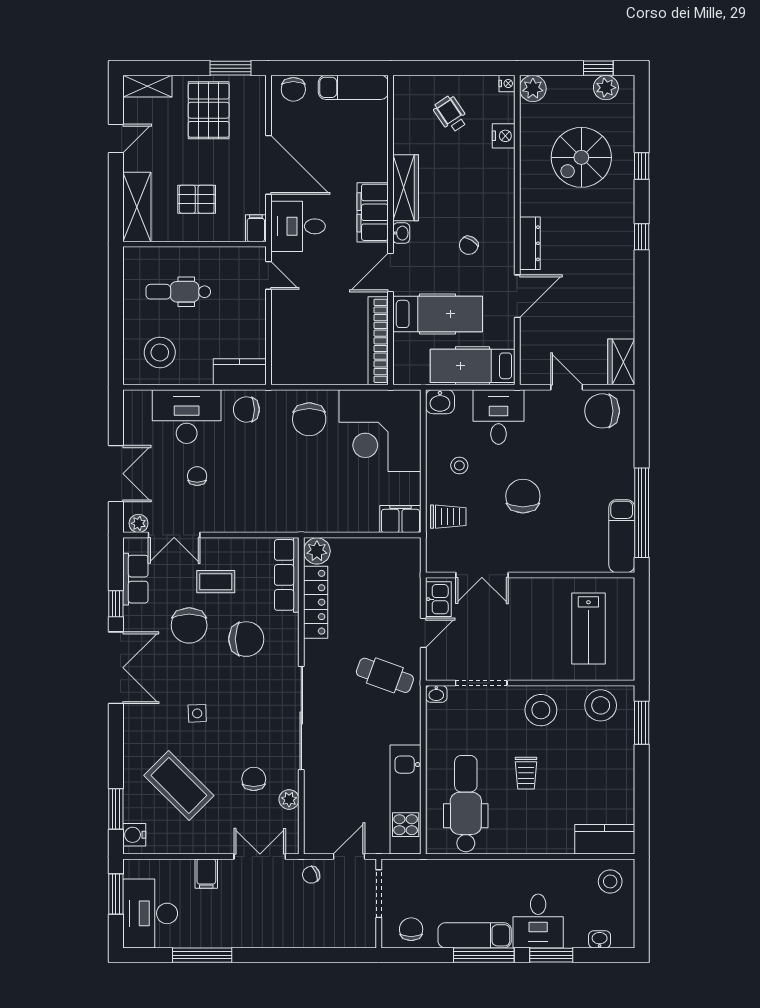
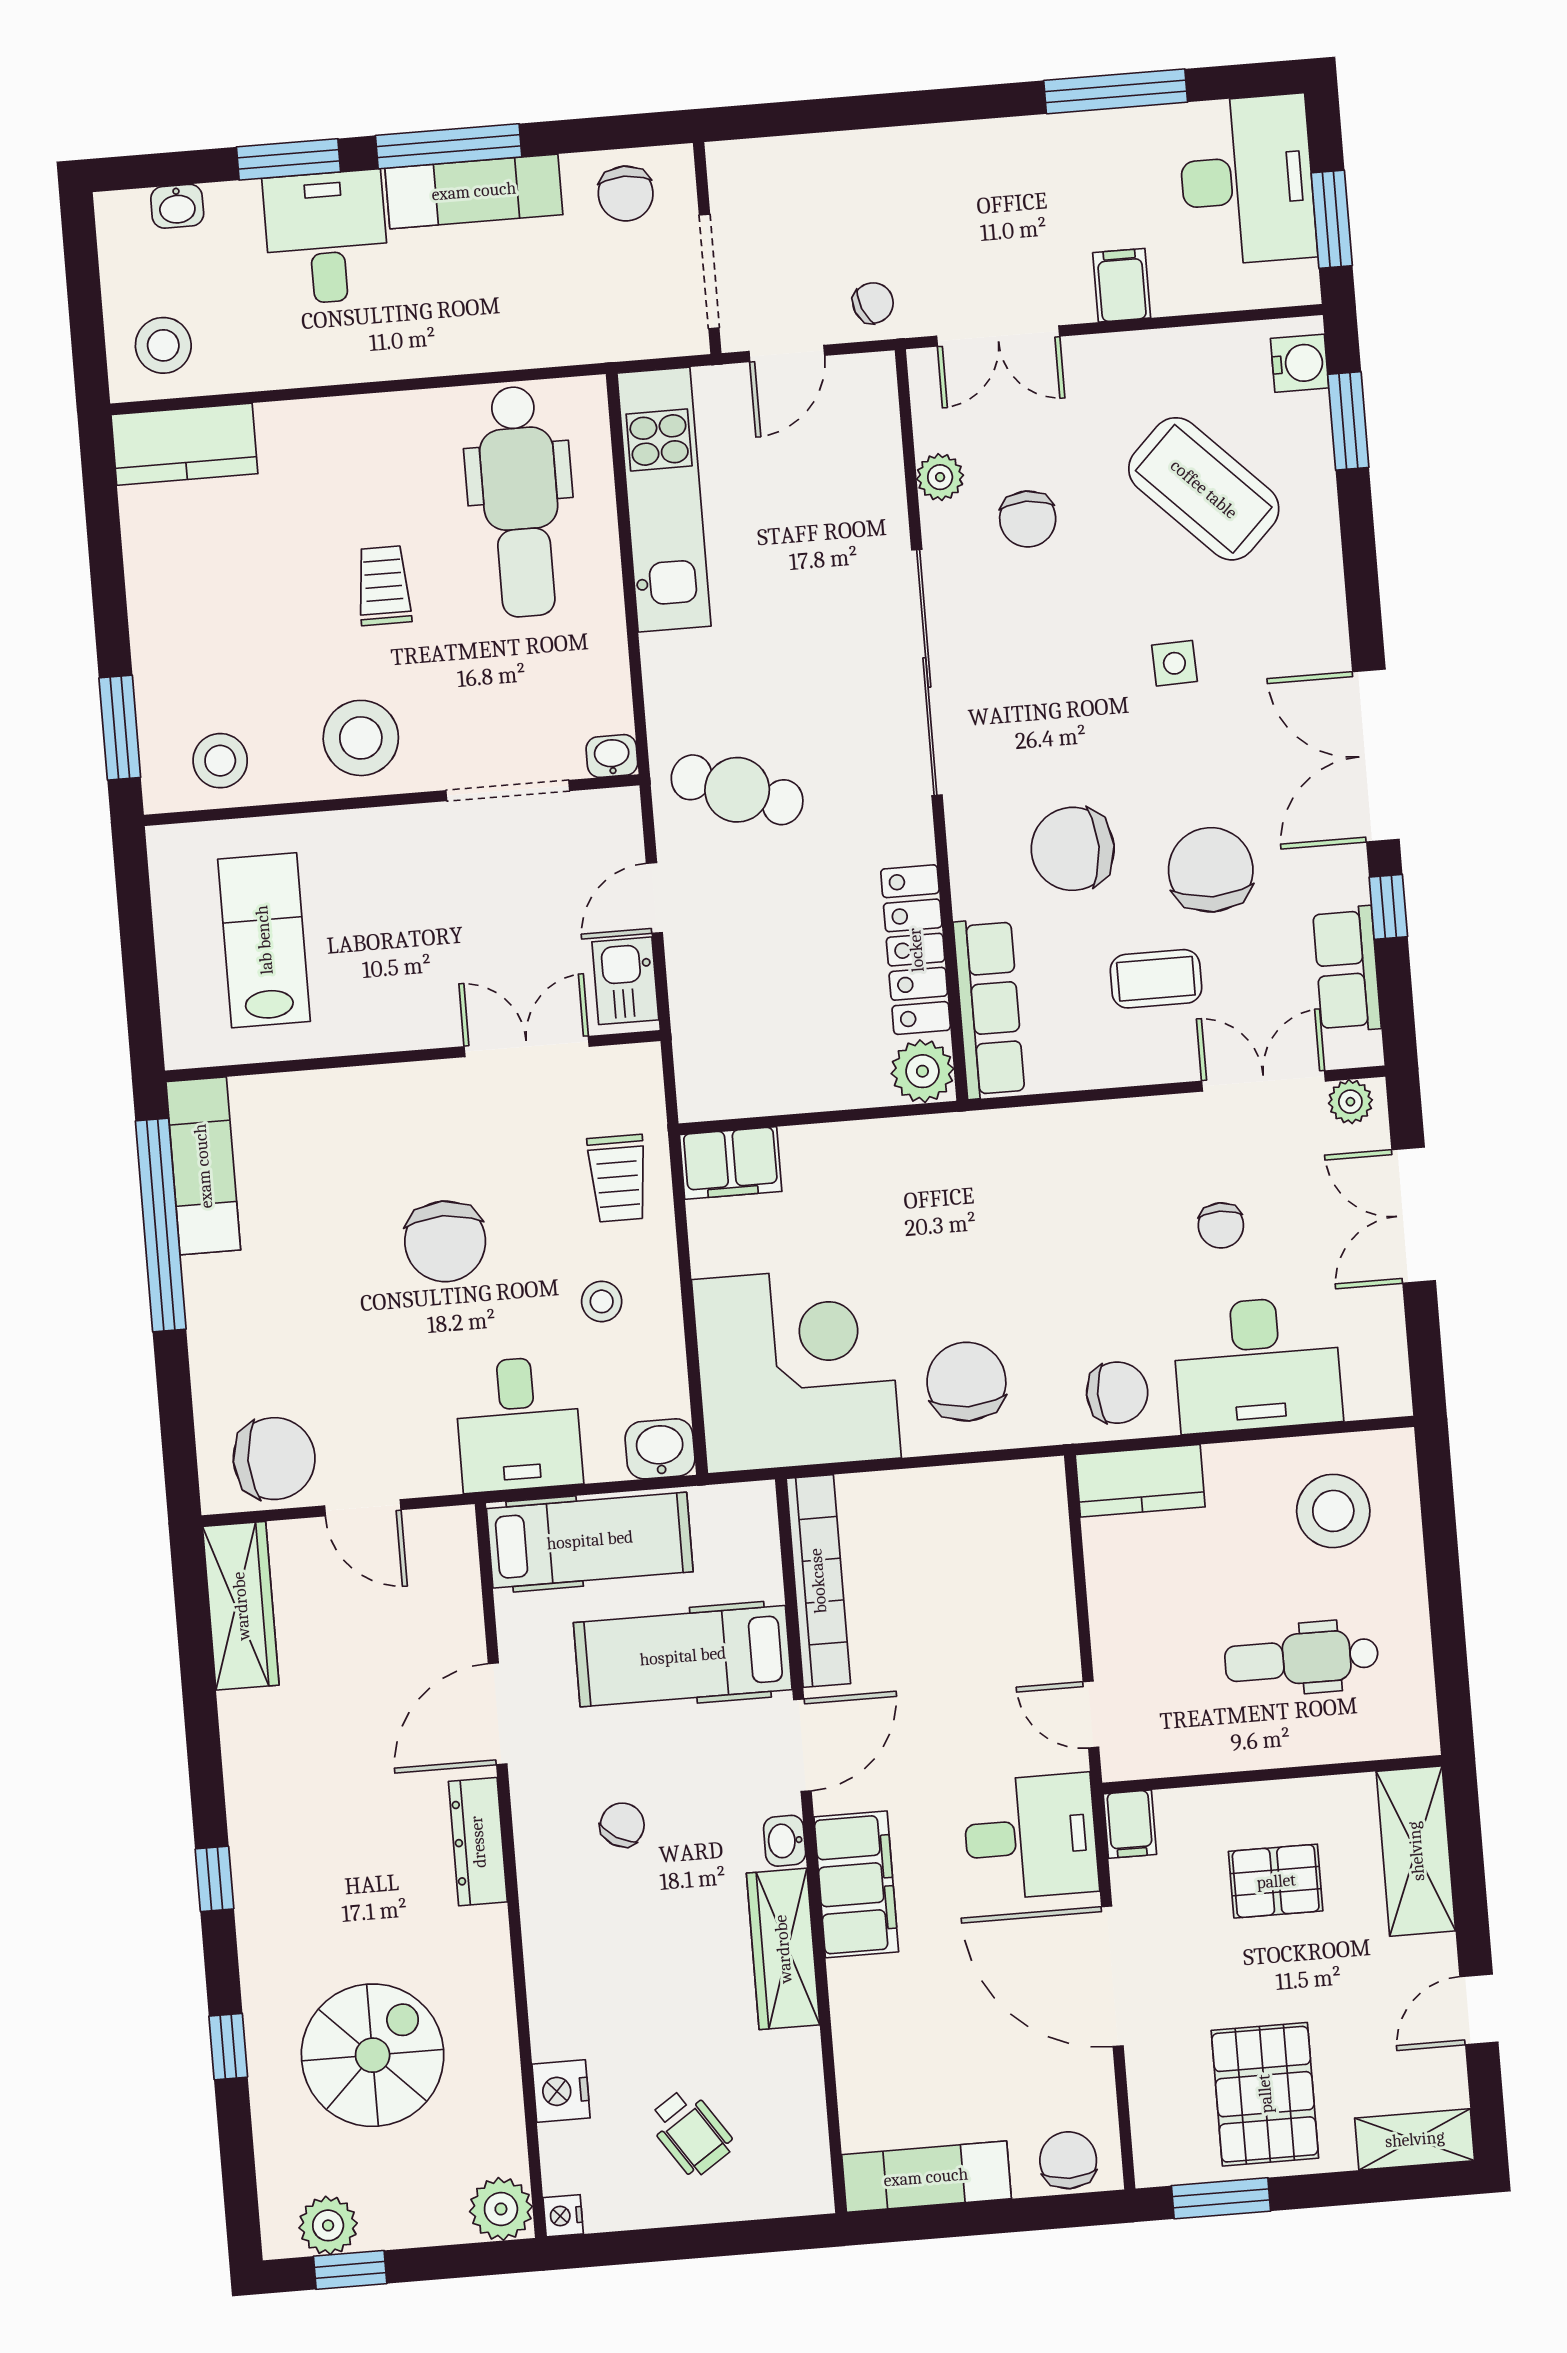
dental chair: (178, 292) -> (1301, 1658), turned 180
wardrobe: (621, 362) -> (241, 1606), width x1.50
trolley: (448, 517) -> (618, 1178), turned -90
stool: (601, 705) -> (220, 761), width x0.73, depth x0.73

